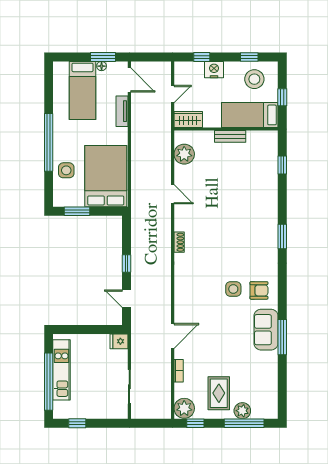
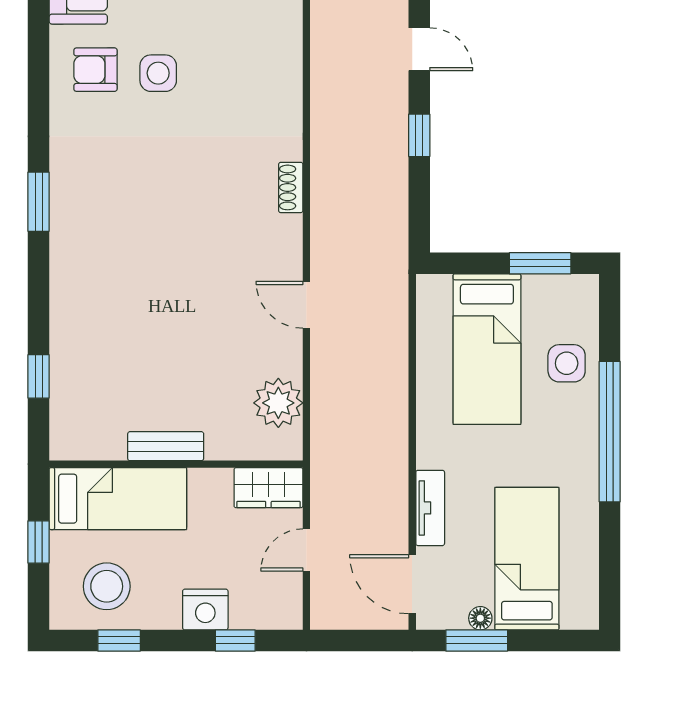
bed: (106, 176) -> (487, 349), width x0.67

